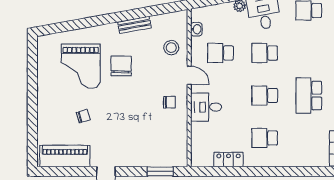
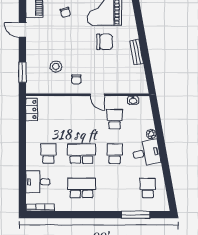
stool: (171, 48) -> (56, 67), moved
door: (189, 75) -> (97, 95), hinge flipped
school desk: (265, 96) -> (82, 154), width x1.85
desk: (206, 107) -> (38, 182), moved, turned -90
locker: (228, 160) -> (32, 110), moved

